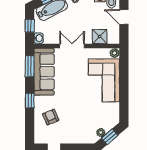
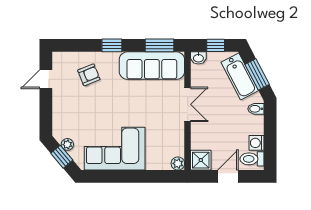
shower: (100, 37) -> (201, 160), moved
corner sofa: (104, 80) -> (115, 149), moved

